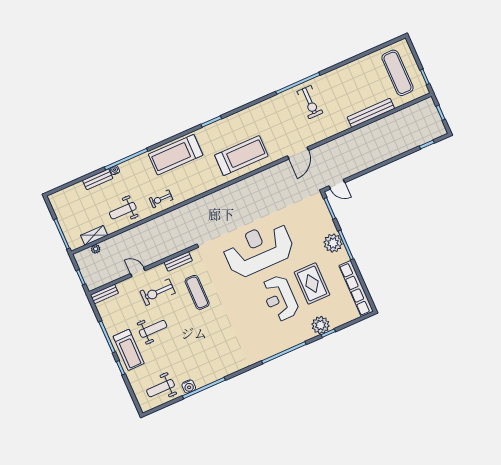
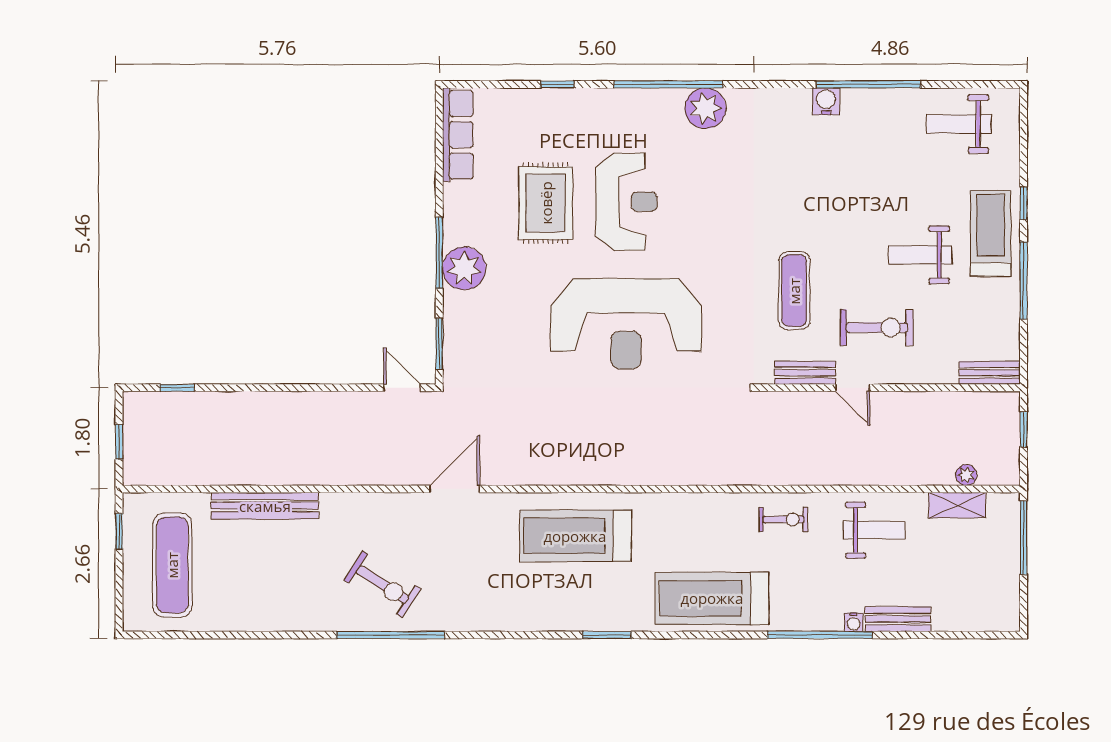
exercise bike: (310, 102) -> (383, 584), turned 123
treadmill: (176, 155) -> (712, 598), turned 180
door: (138, 272) -> (853, 388), moved
row of seats: (356, 289) -> (458, 135), width x0.73
plant: (321, 325) -> (705, 108), moved
water cooler: (189, 386) -> (826, 101), moved
weight bench: (161, 388) -> (959, 124), turned 180

